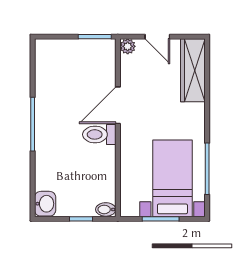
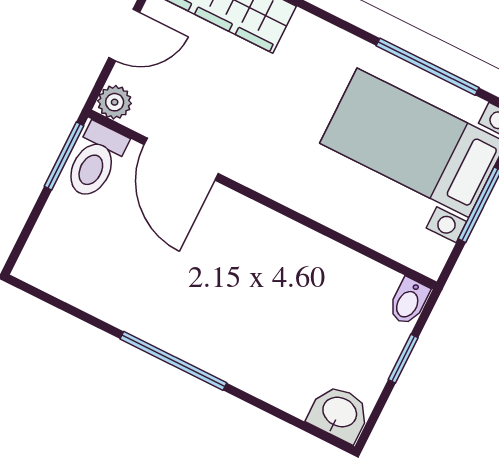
door: (118, 105) -> (181, 159), moved
toilet: (99, 134) -> (95, 161), moved

